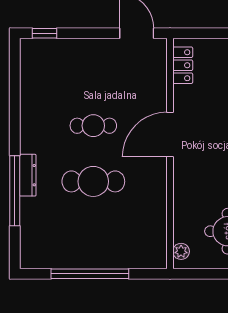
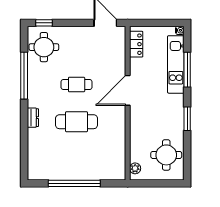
round table: (44, 70) -> (44, 47), added
dresser: (28, 175) -> (33, 118), width x0.70
window: (15, 191) -> (24, 76), moved

